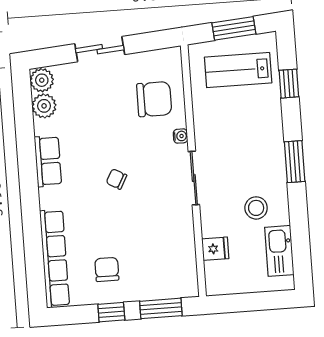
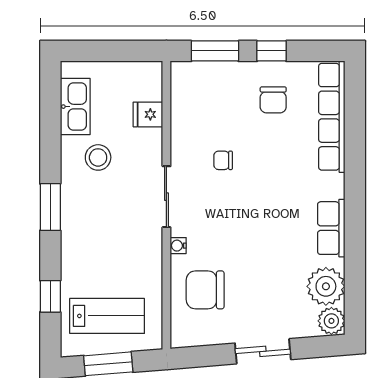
plant: (44, 106) -> (326, 286), width x1.36, depth x1.36
chair: (116, 179) -> (223, 160), moved, turned 151

